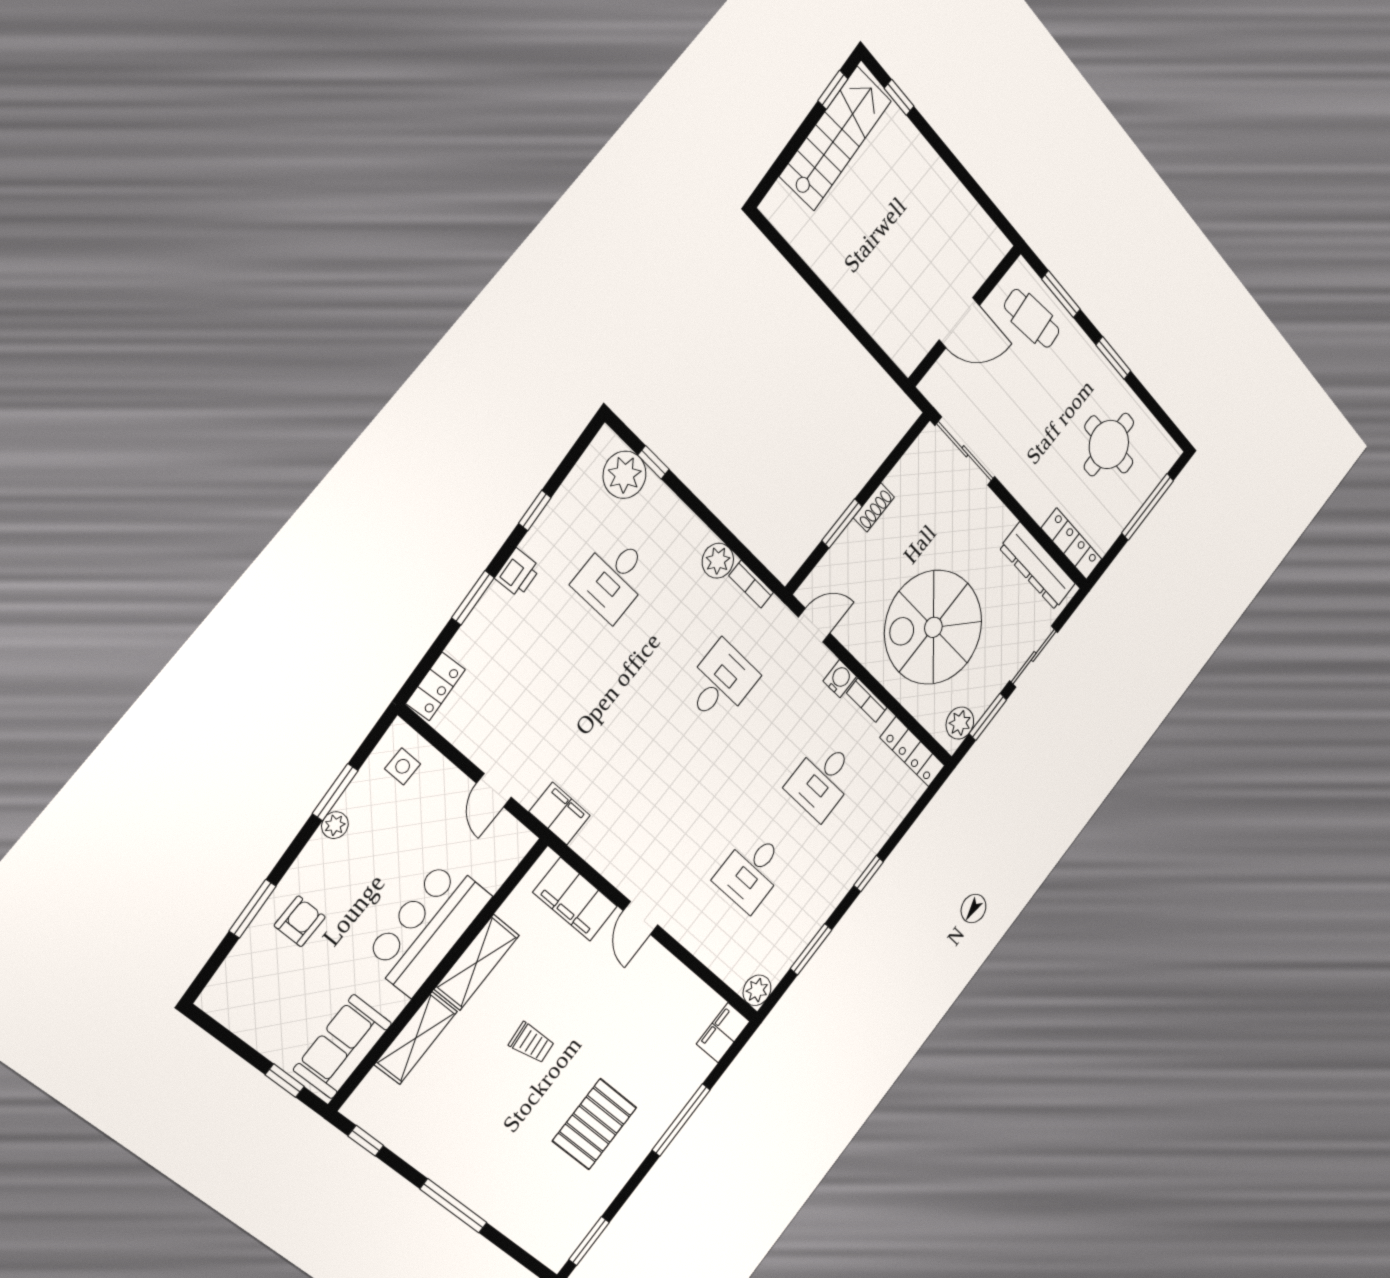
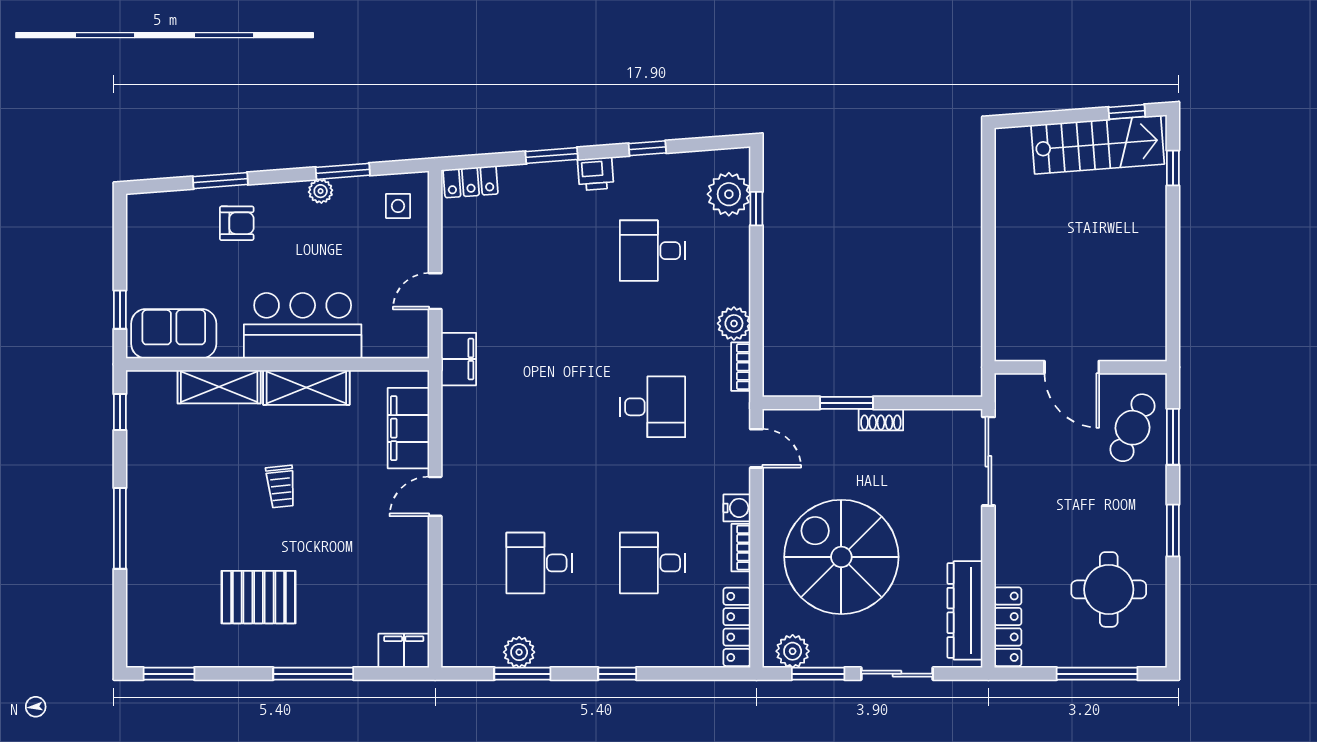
cafe table: (1032, 318) -> (1133, 428), turned 31
plant: (757, 990) -> (519, 652), moved

